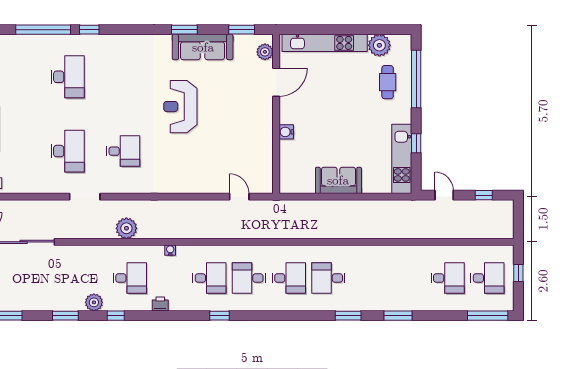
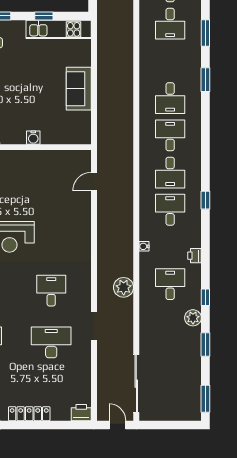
desk: (408, 278) -> (170, 24), added

